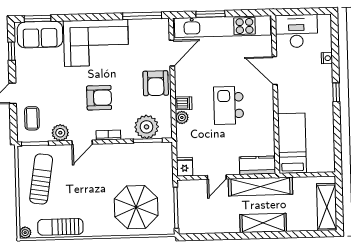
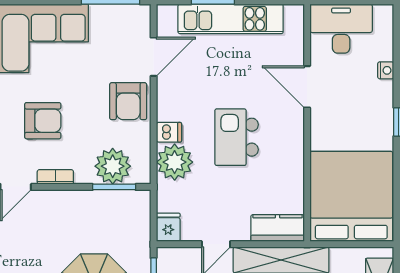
kitchen unit: (223, 27) -> (231, 19), width x0.73
plant: (182, 118) -> (175, 162), width x1.87, depth x1.87
bed: (292, 143) -> (351, 196), width x2.04

